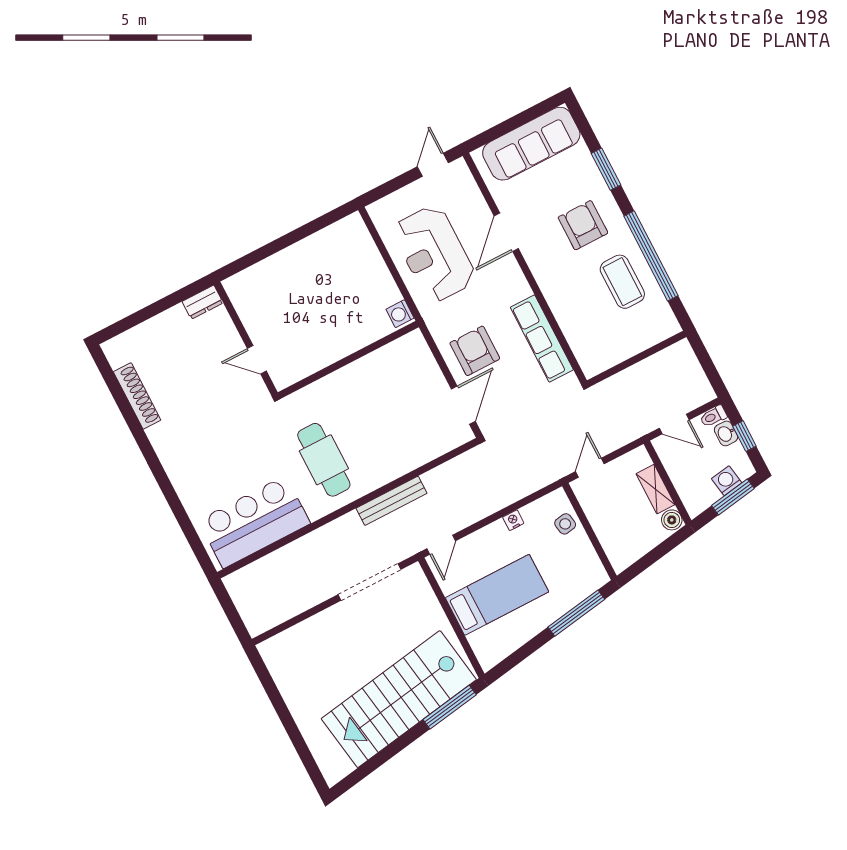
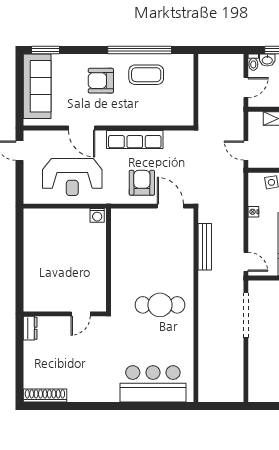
window: (606, 169) -> (45, 50), moved
row of seats: (542, 339) -> (135, 139), moved
armchair: (475, 351) -> (142, 183), turned 90
shoe rack: (137, 396) -> (45, 395), moved
bench: (392, 501) -> (205, 247), moved
bar counter: (254, 522) -> (153, 384), moved, turned 90

